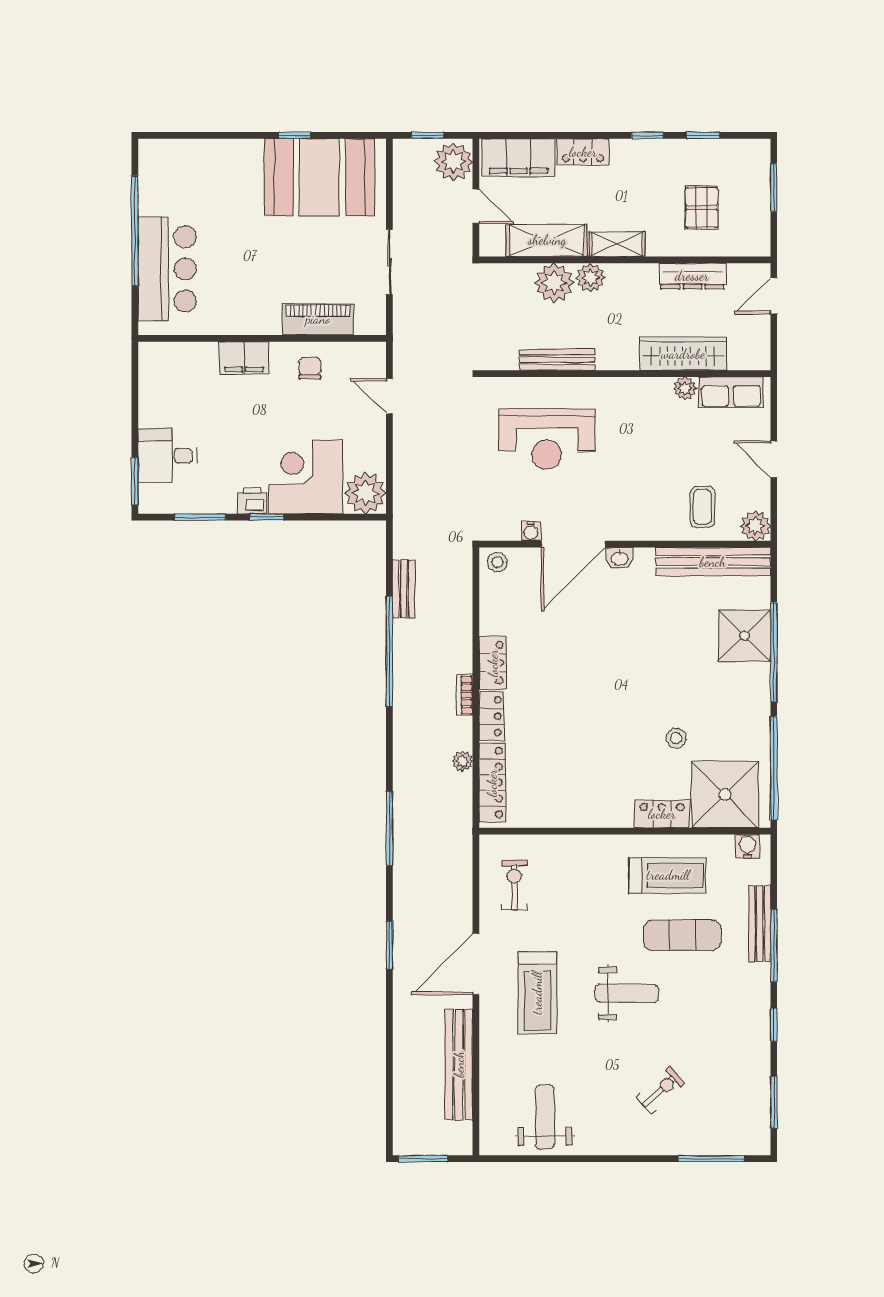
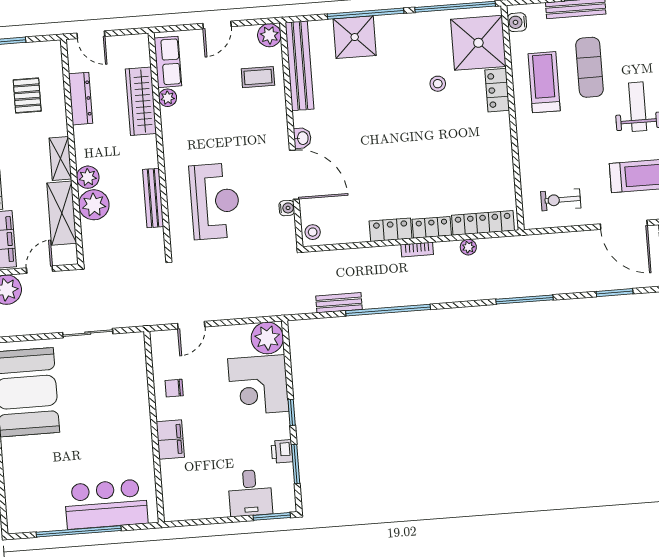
pallet: (702, 208) -> (27, 96), turned 90
piano: (318, 319) -> (136, 385), removed
printer: (252, 501) -> (282, 451), moved

